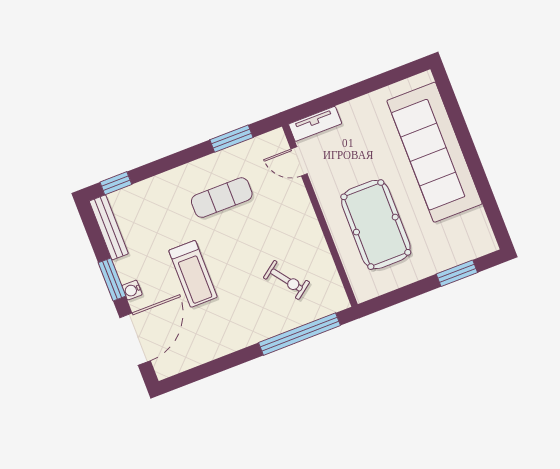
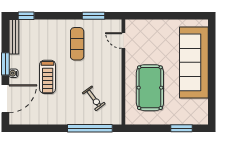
tv unit: (315, 124) -> (139, 25), removed
exercise mat: (222, 198) -> (77, 44), turned 90

